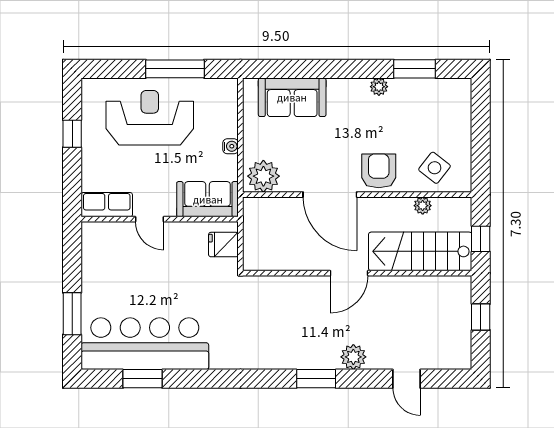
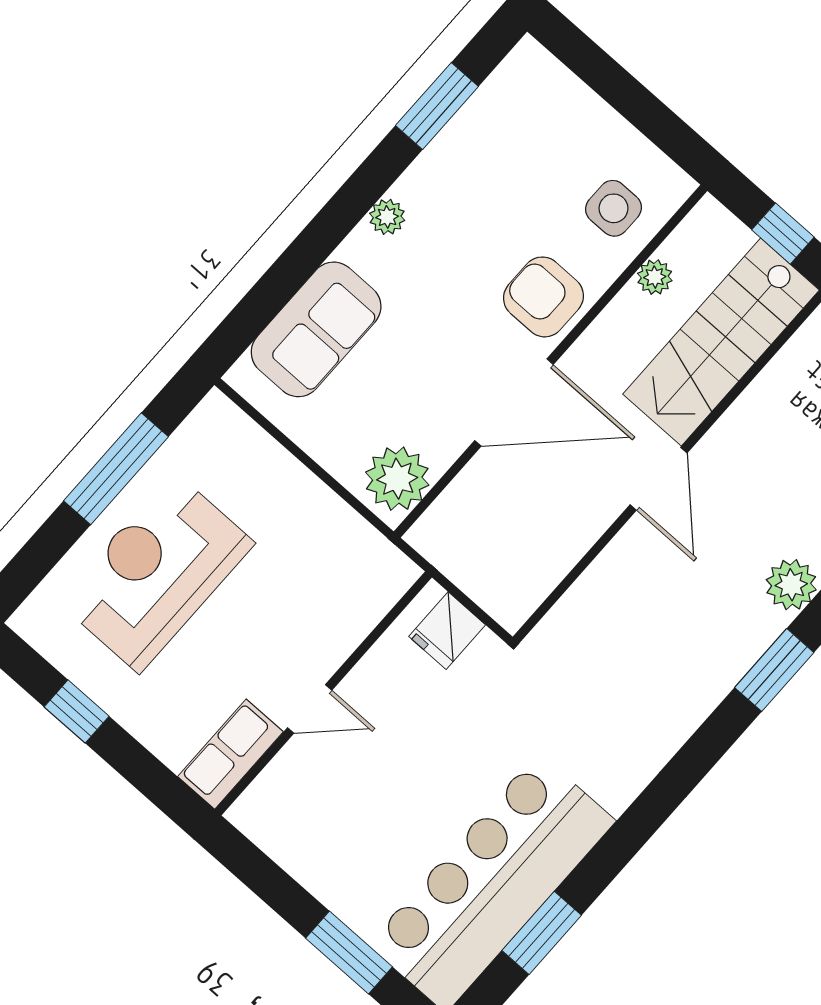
plant: (379, 87) -> (387, 217), moved
water cooler: (231, 146) -> (308, 488), removed
side table: (435, 168) -> (614, 208), turned -38
sofa: (208, 199) -> (357, 594), removed

